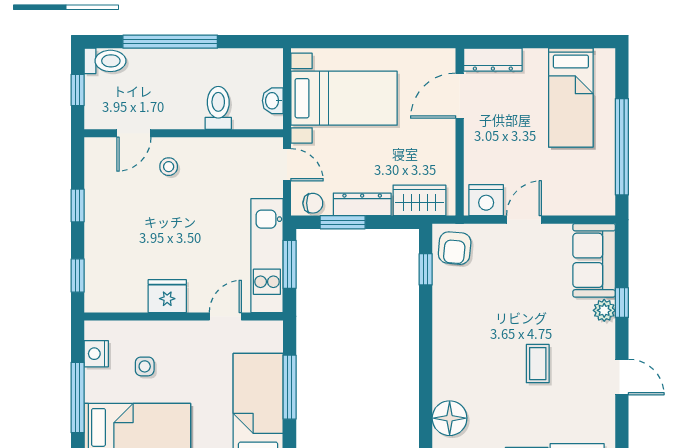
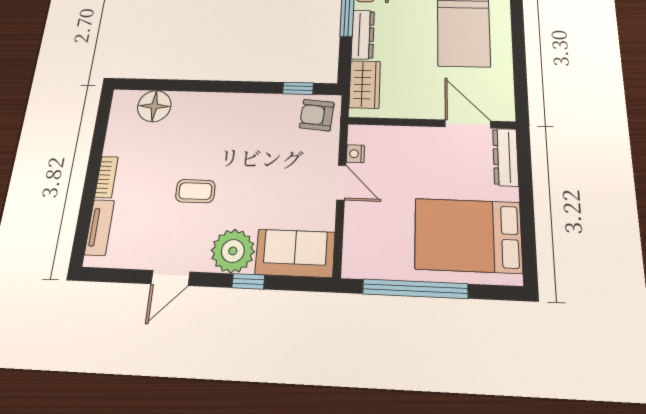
bed: (571, 98) -> (468, 235), width x1.50
nightstand: (486, 200) -> (355, 154), width x0.53, depth x0.56
plant: (604, 310) -> (233, 251), width x1.87, depth x1.87

